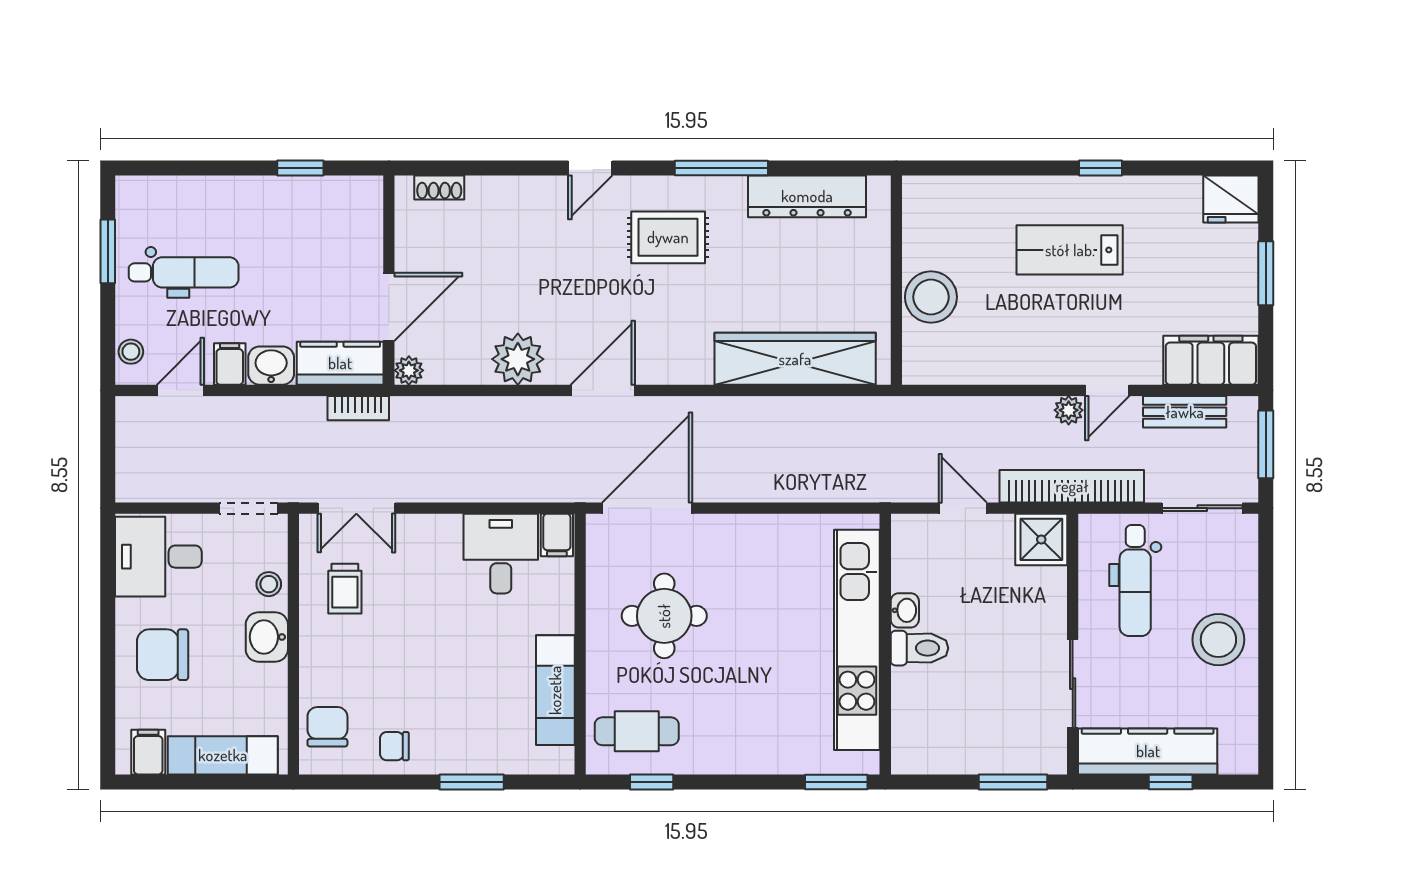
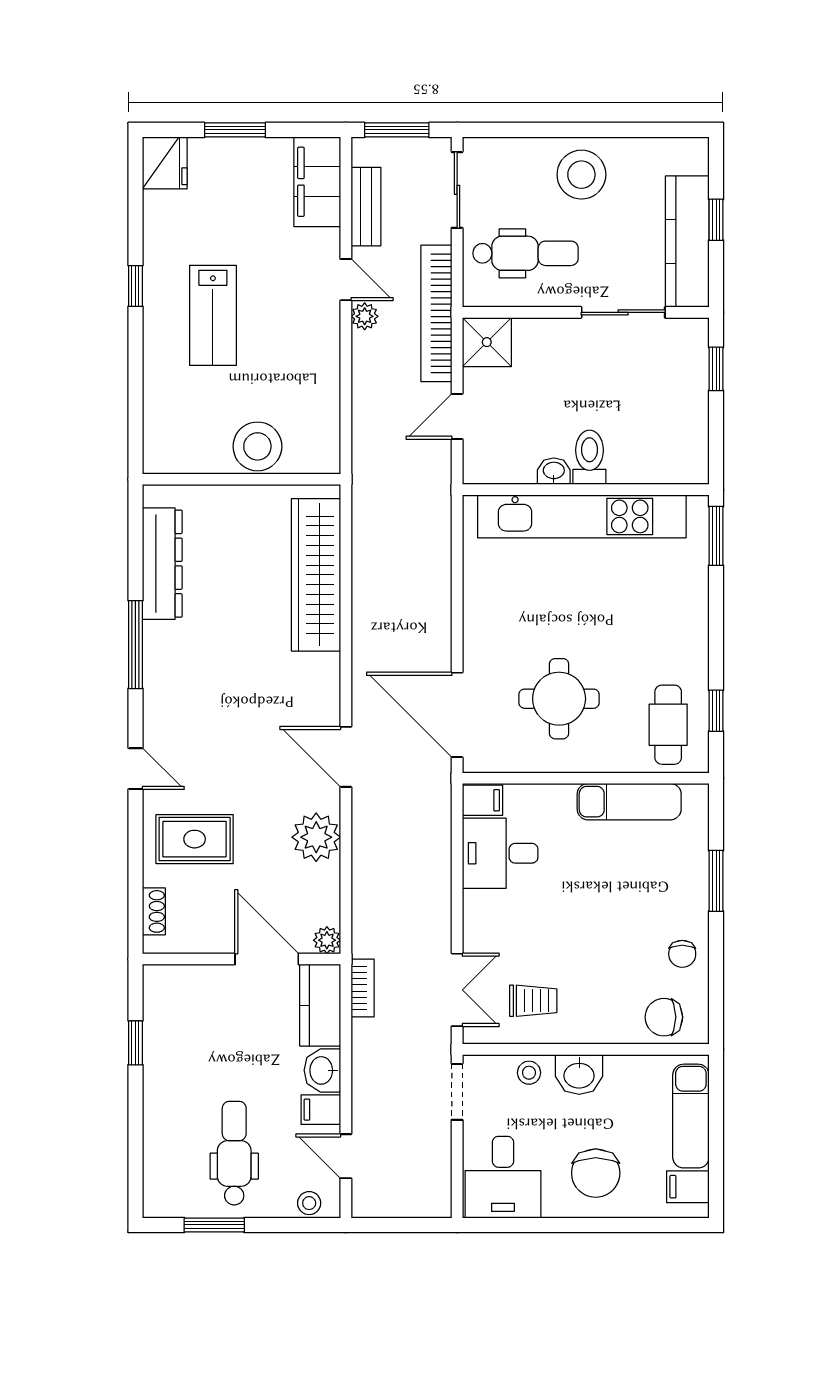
rug: (668, 237) -> (195, 839), moved, turned 90
window: (1013, 782) -> (716, 369), width x0.67

